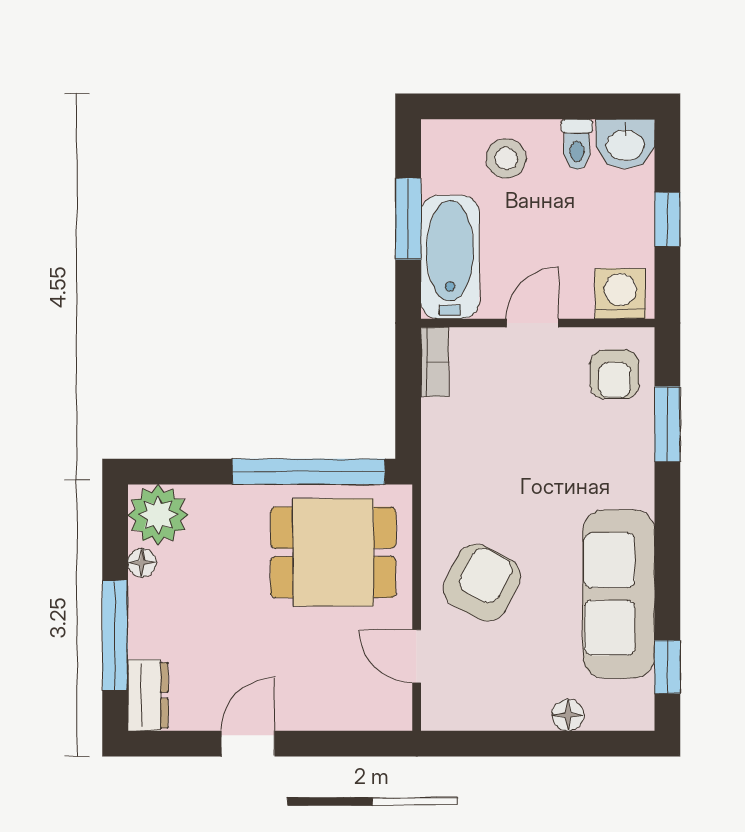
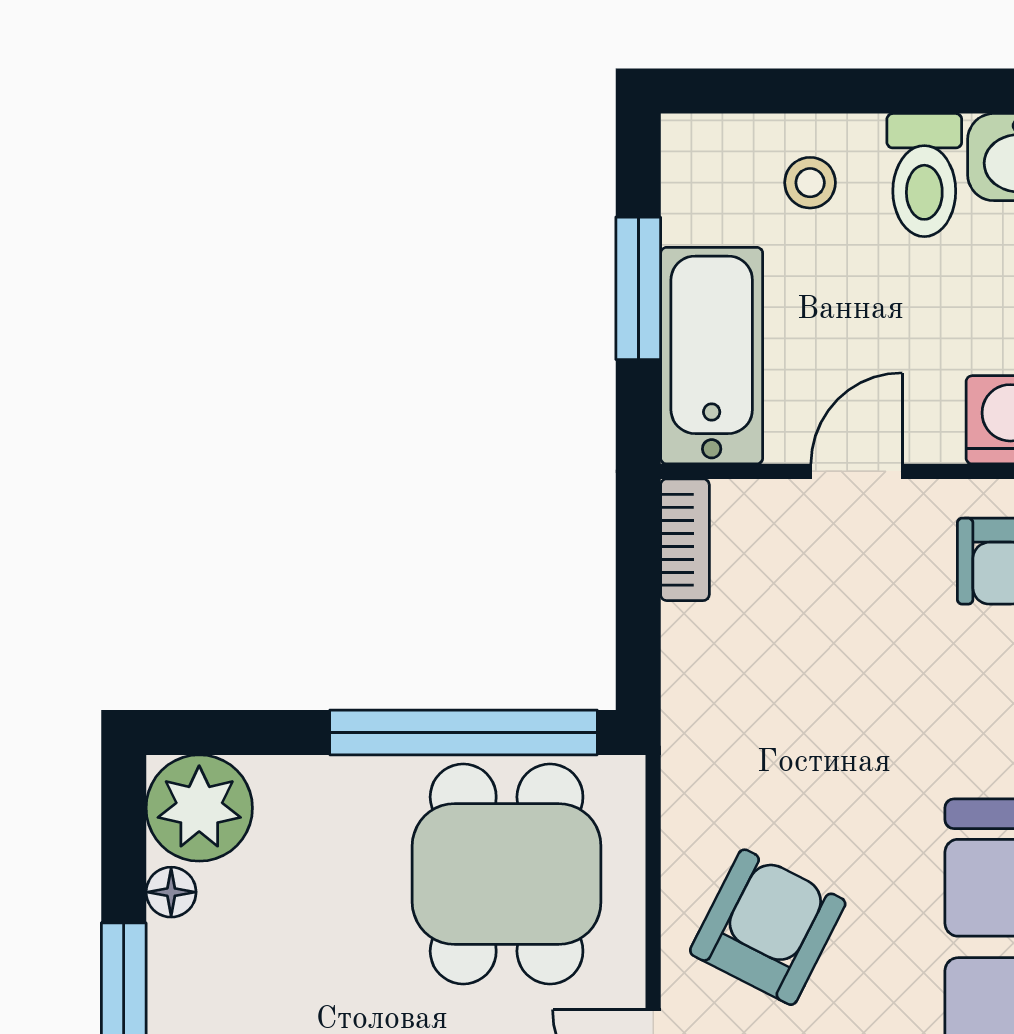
toilet: (577, 144) -> (924, 175), width x1.37, depth x1.39
stool: (506, 158) -> (810, 183), width x0.73, depth x0.73
dining table: (333, 552) -> (507, 874), turned 90

